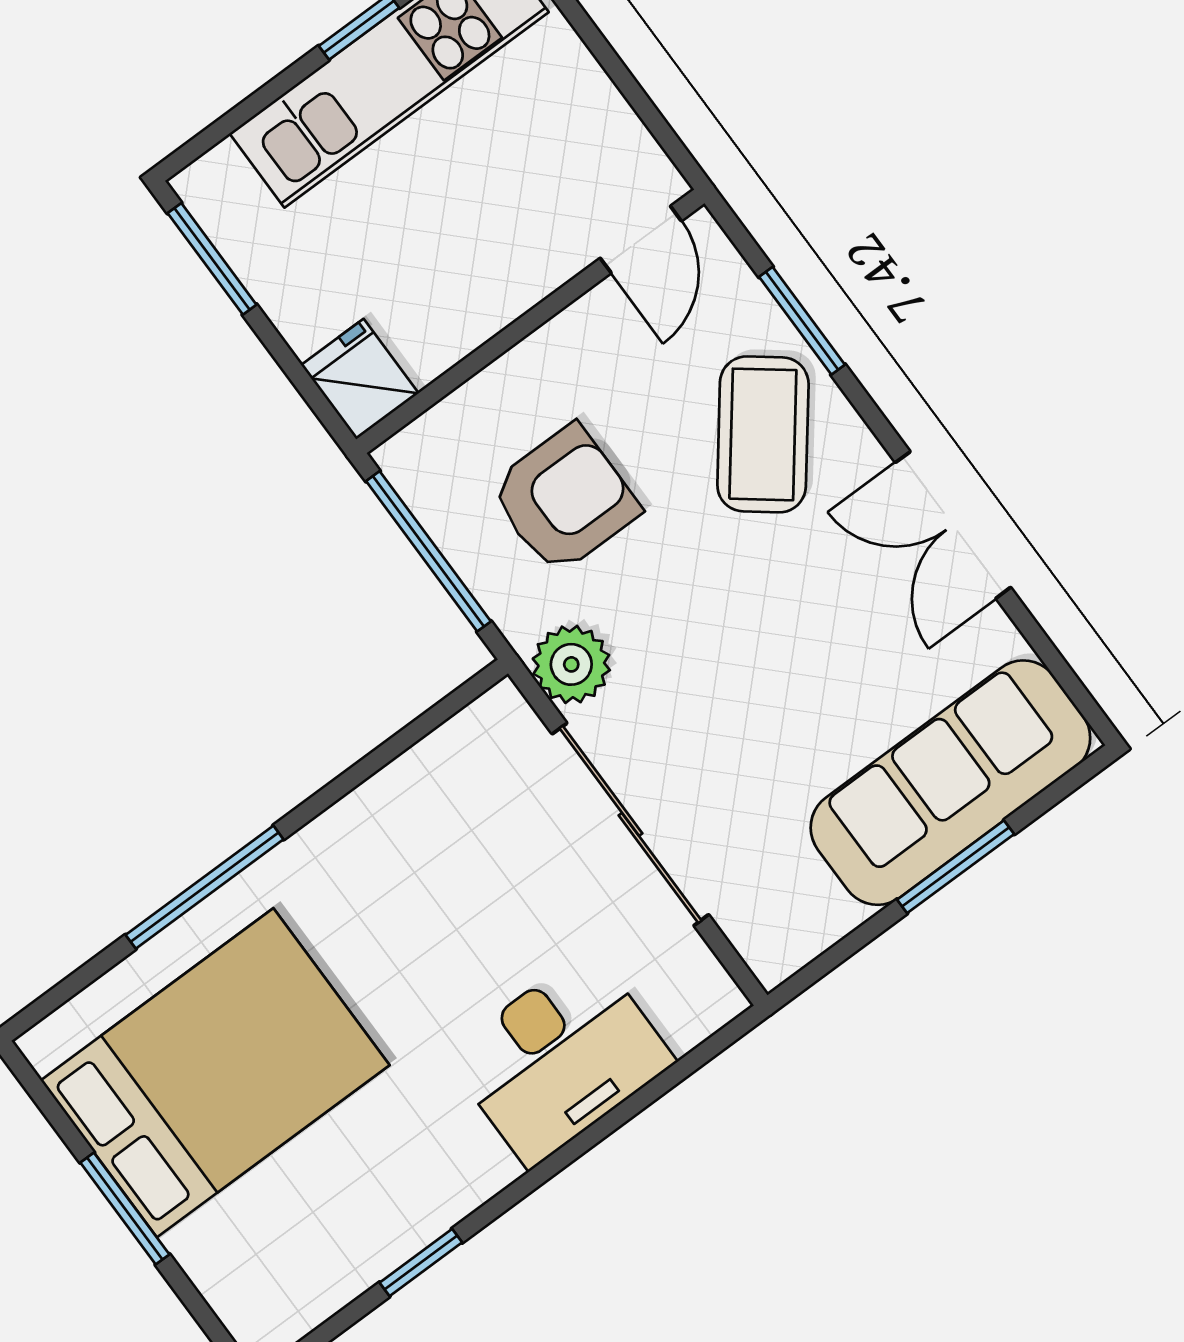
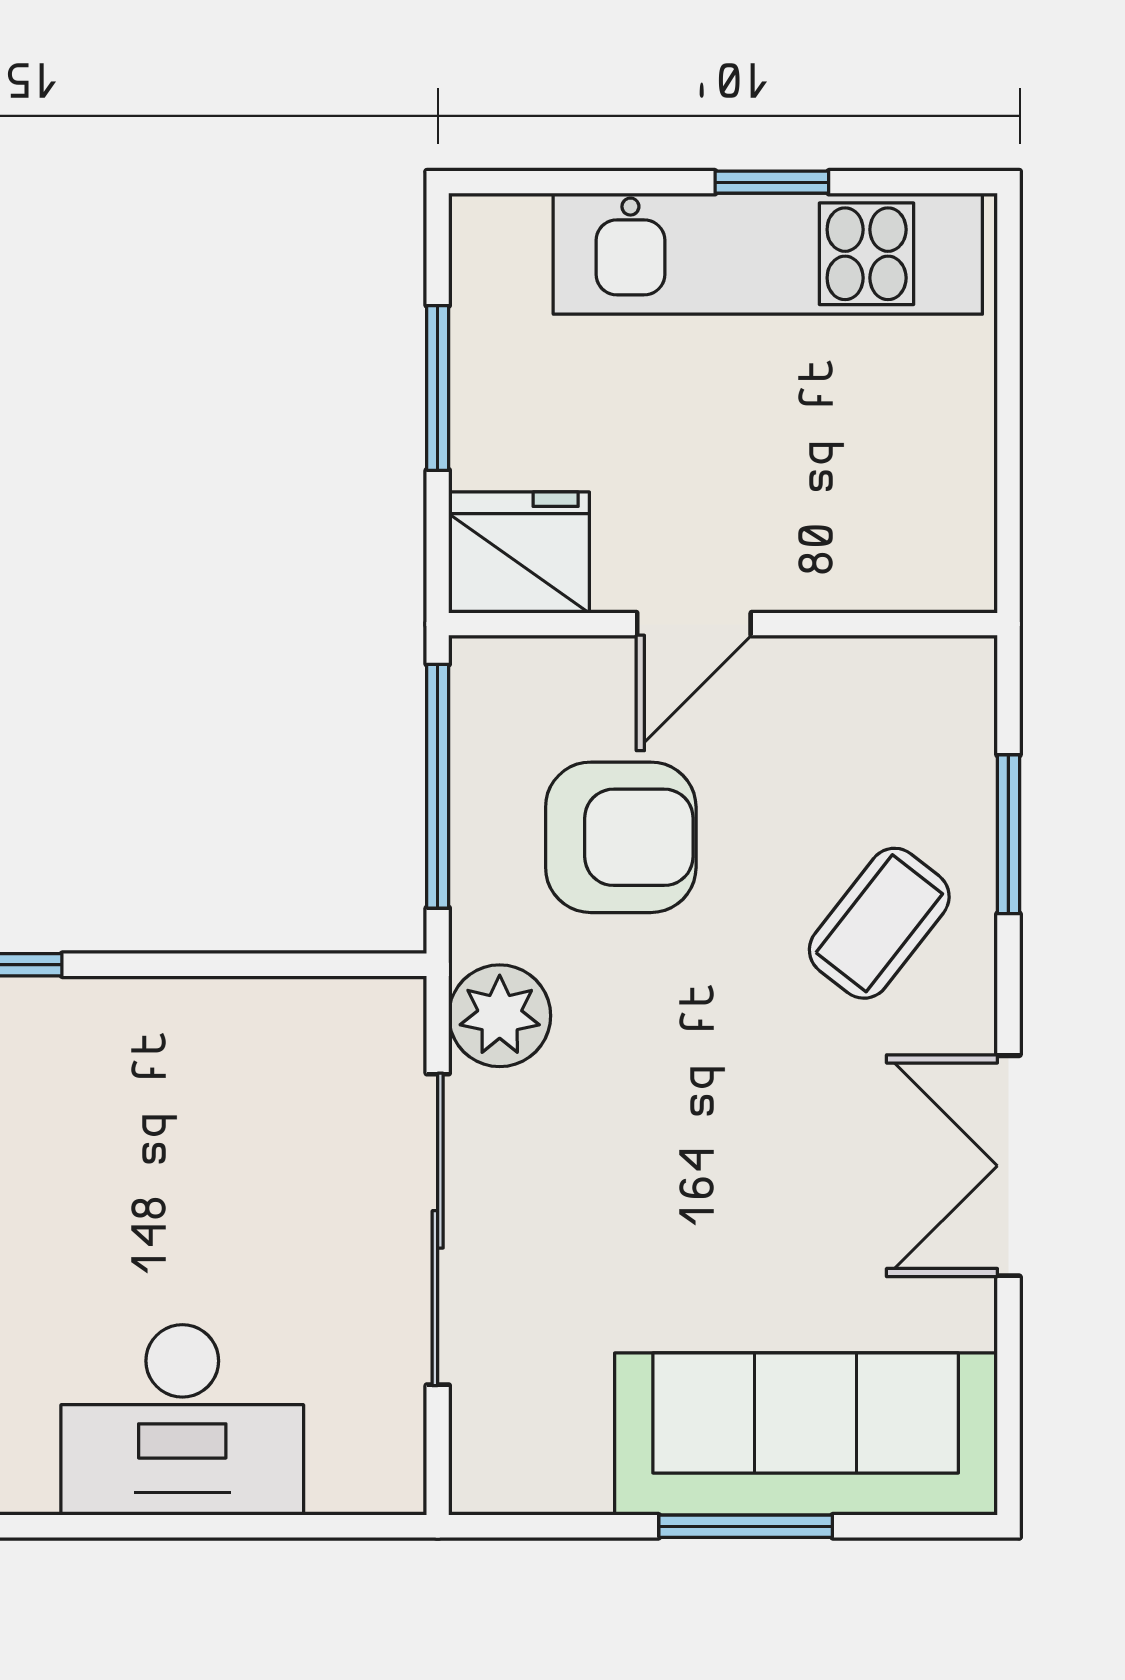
door: (641, 240) -> (694, 624), moved
window: (212, 259) -> (438, 388), moved
fridge: (360, 379) -> (519, 552), width x1.38
coffee table: (763, 434) -> (879, 923), width x0.73, depth x0.77

